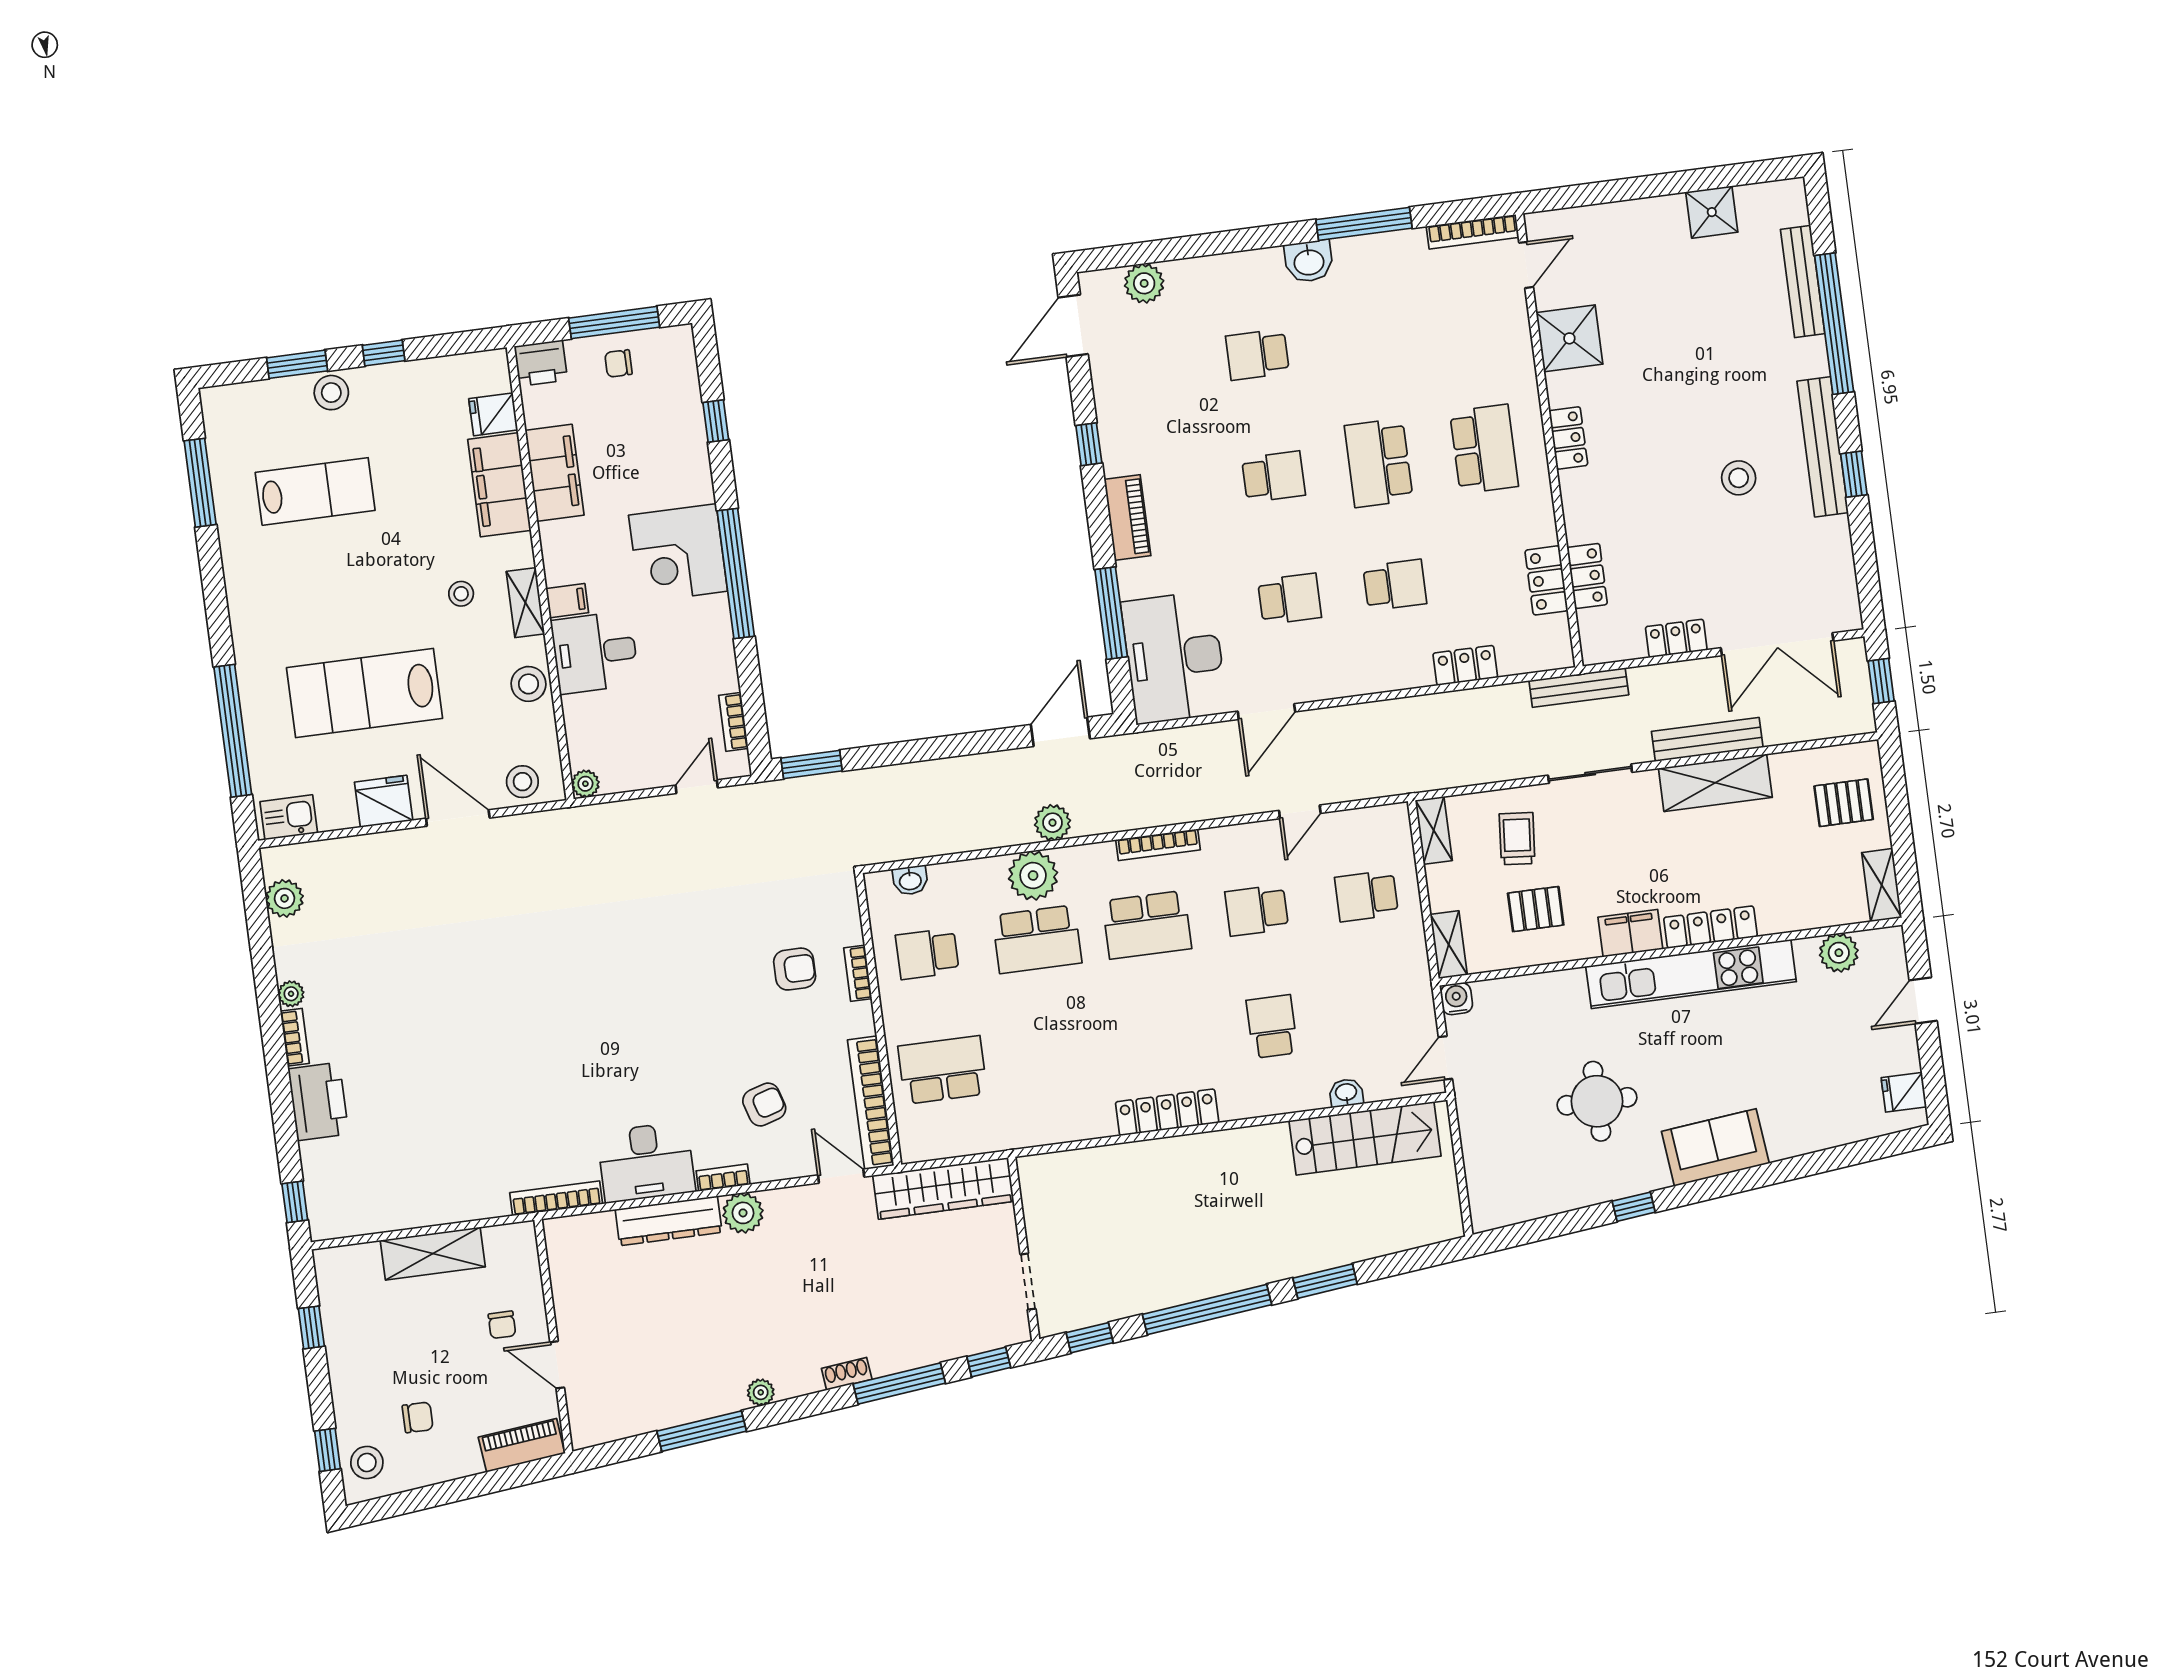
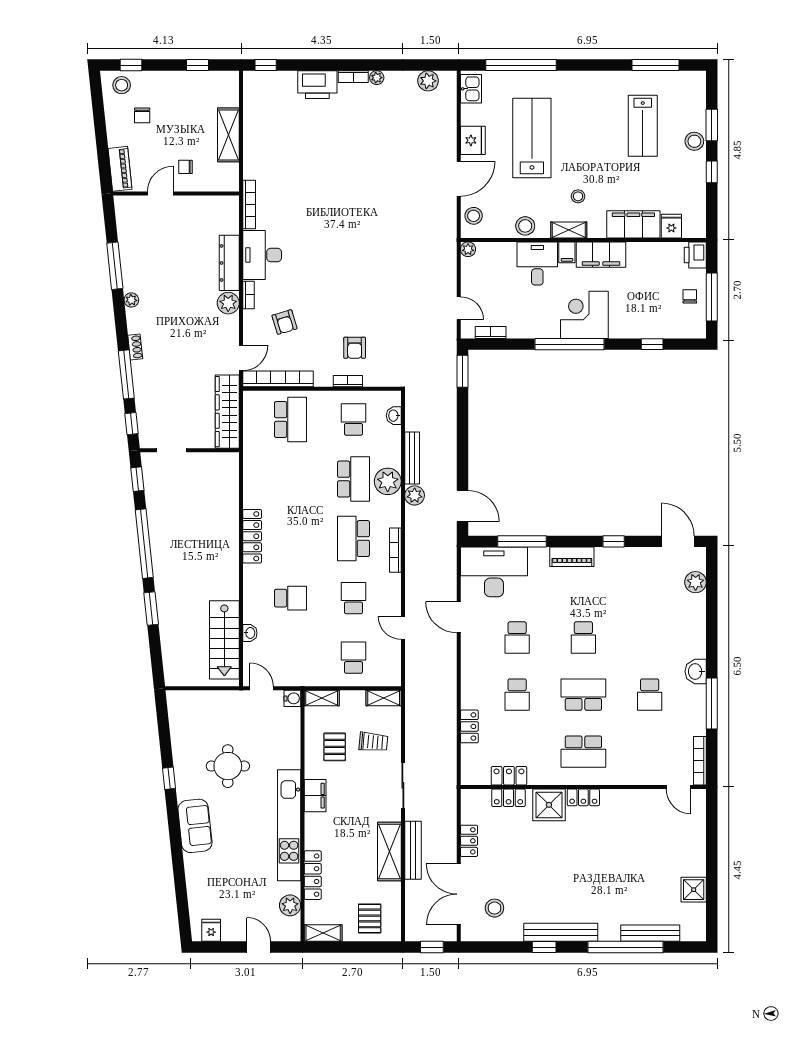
shower: (1569, 338) -> (549, 805), moved
school desk: (1257, 354) -> (650, 695), moved, turned 180
filing cabinet: (554, 473) -> (601, 255), moved
stool: (1739, 478) -> (494, 908), moved
bench: (1579, 688) -> (412, 458), moved
locker: (1710, 927) -> (313, 875), moved
school desk: (1037, 939) -> (353, 479), turned 180

